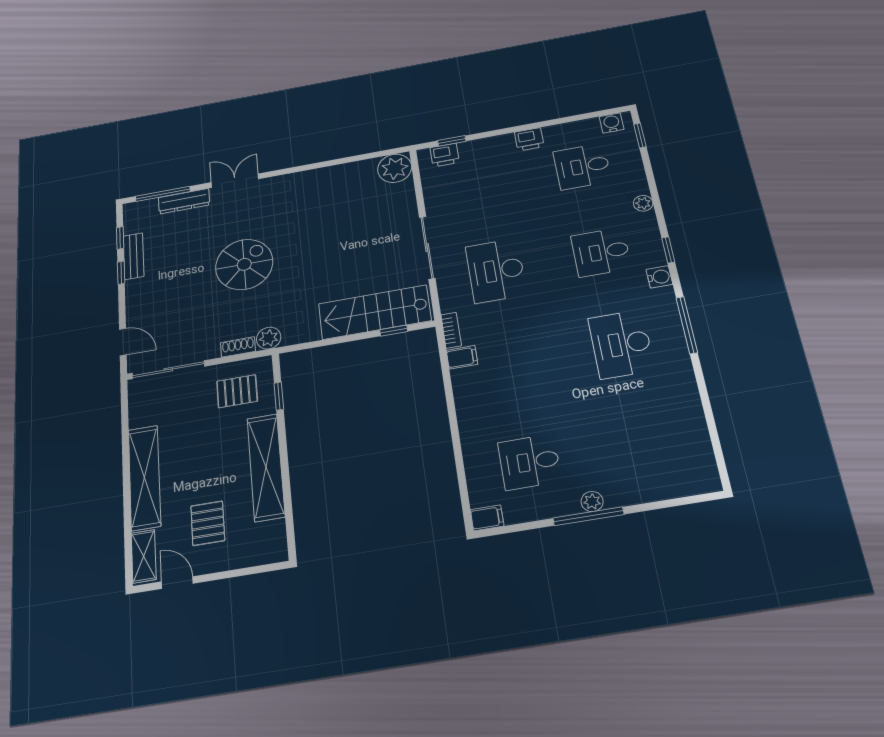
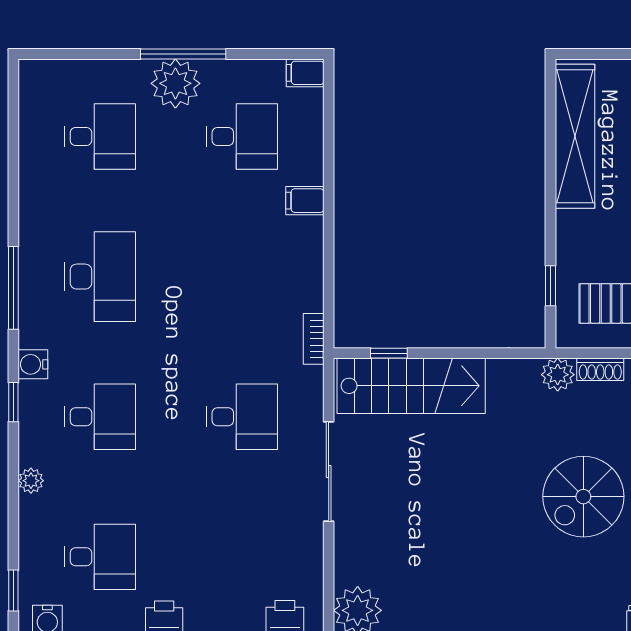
desk: (496, 271) -> (242, 417), width x0.73
filing cabinet: (462, 357) -> (305, 201), moved
desk: (643, 443) -> (100, 136), added
shelving: (266, 467) -> (575, 136), moved
plant: (592, 502) -> (175, 83), width x1.87, depth x1.87

